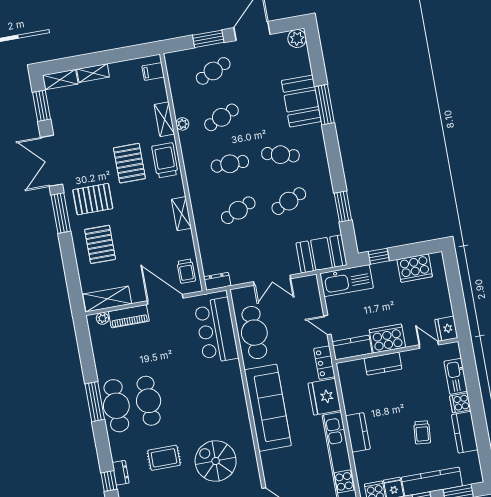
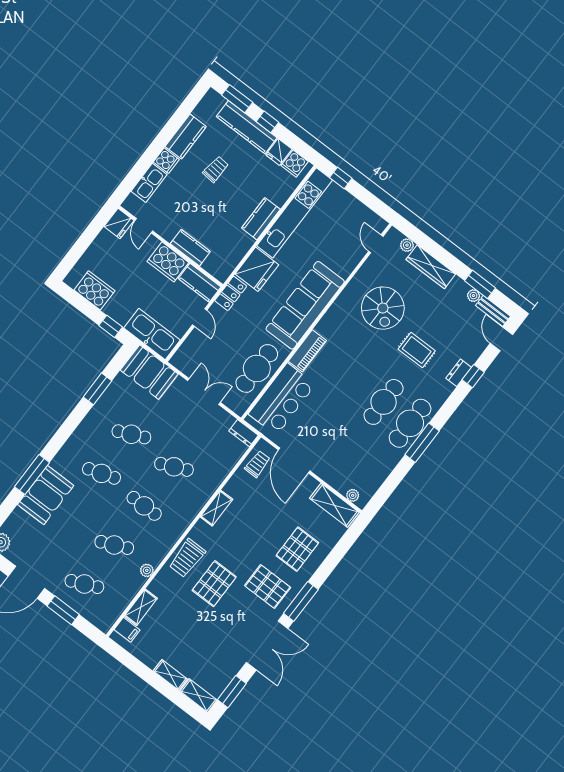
shelving: (164, 119) -> (141, 607), moved
cafe table: (280, 155) -> (102, 473), turned -33
piano: (129, 316) -> (307, 351), moved, turned 90

